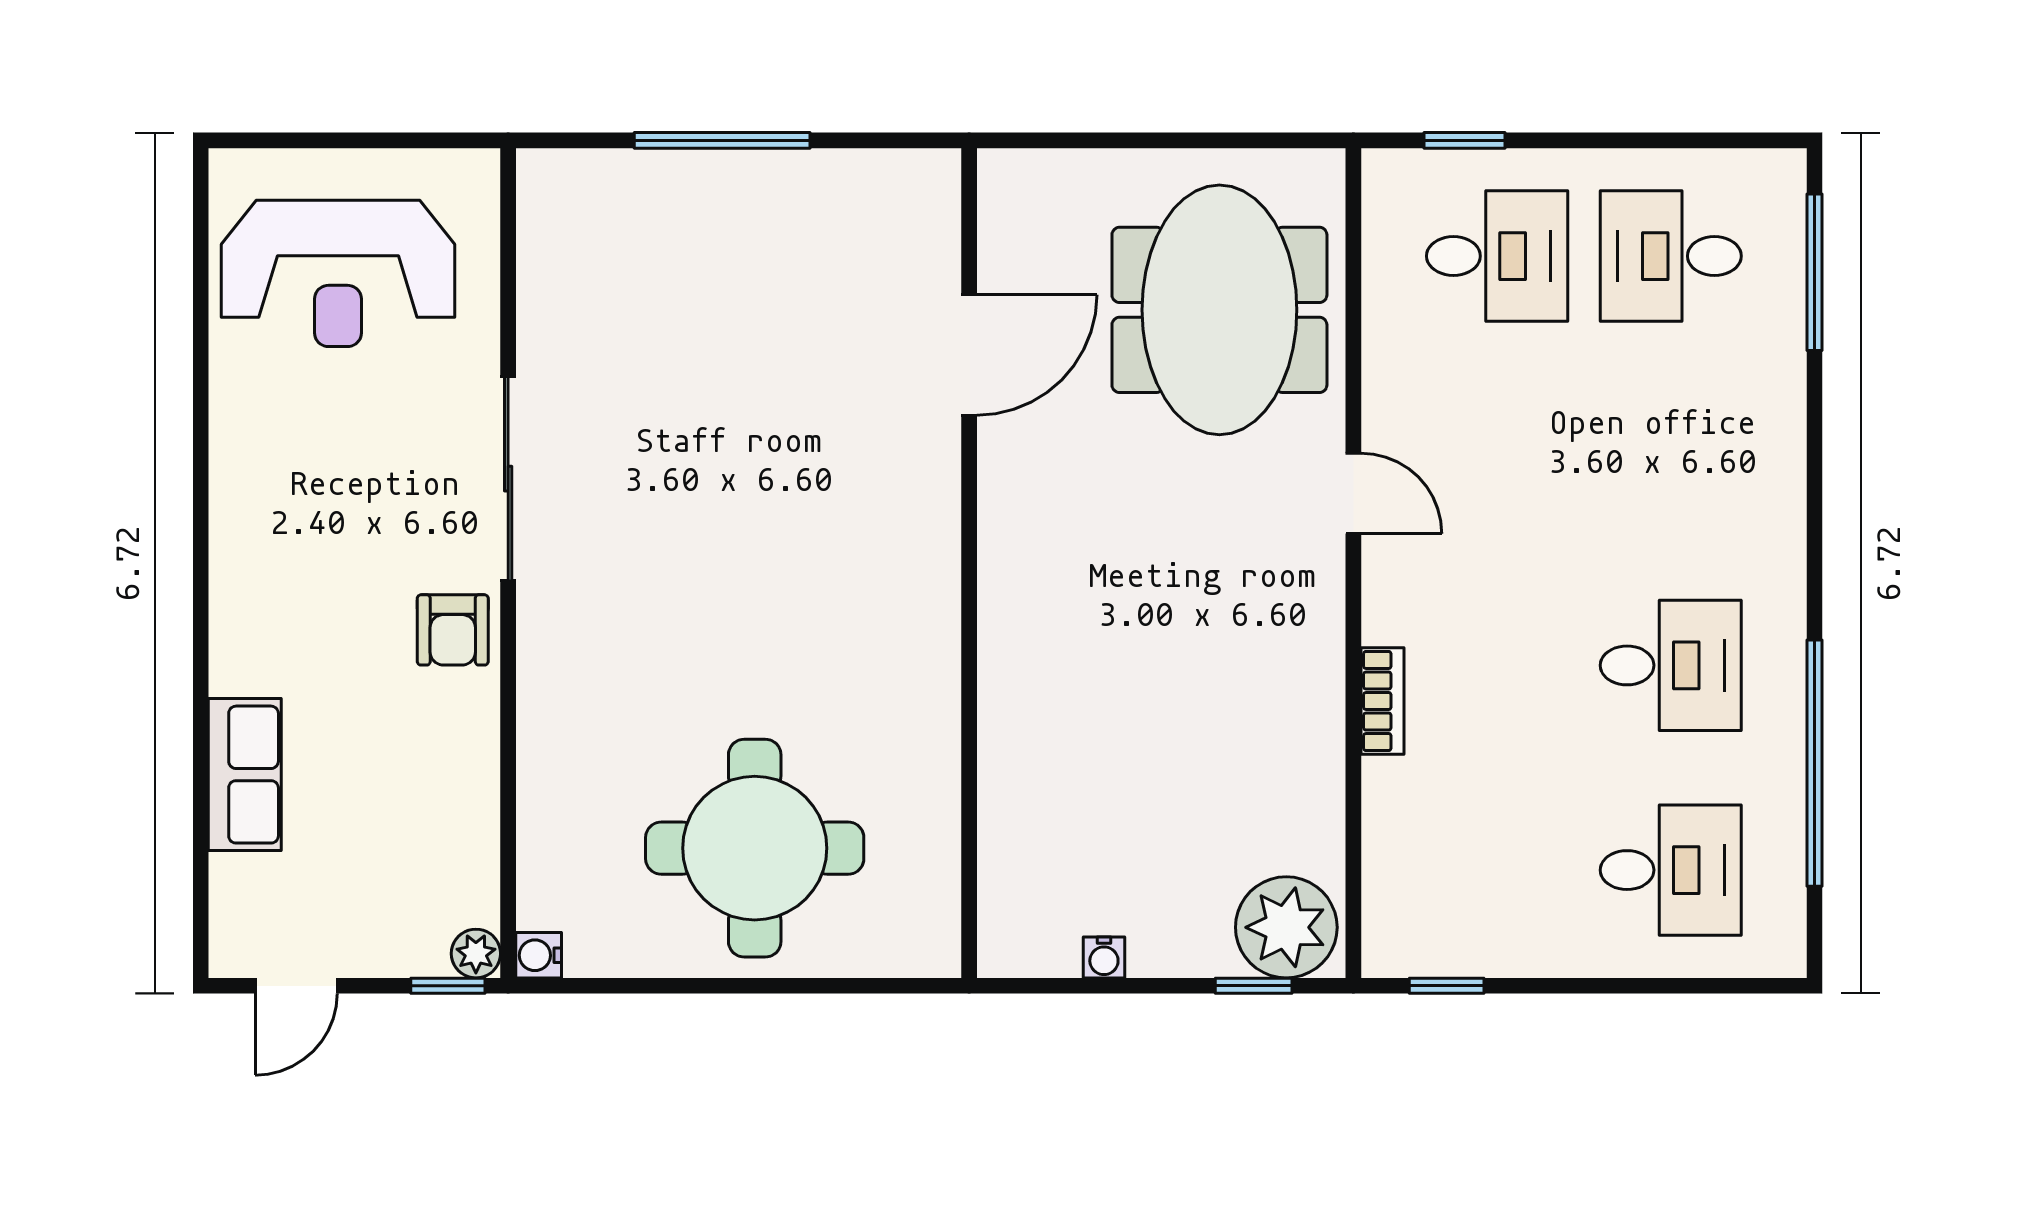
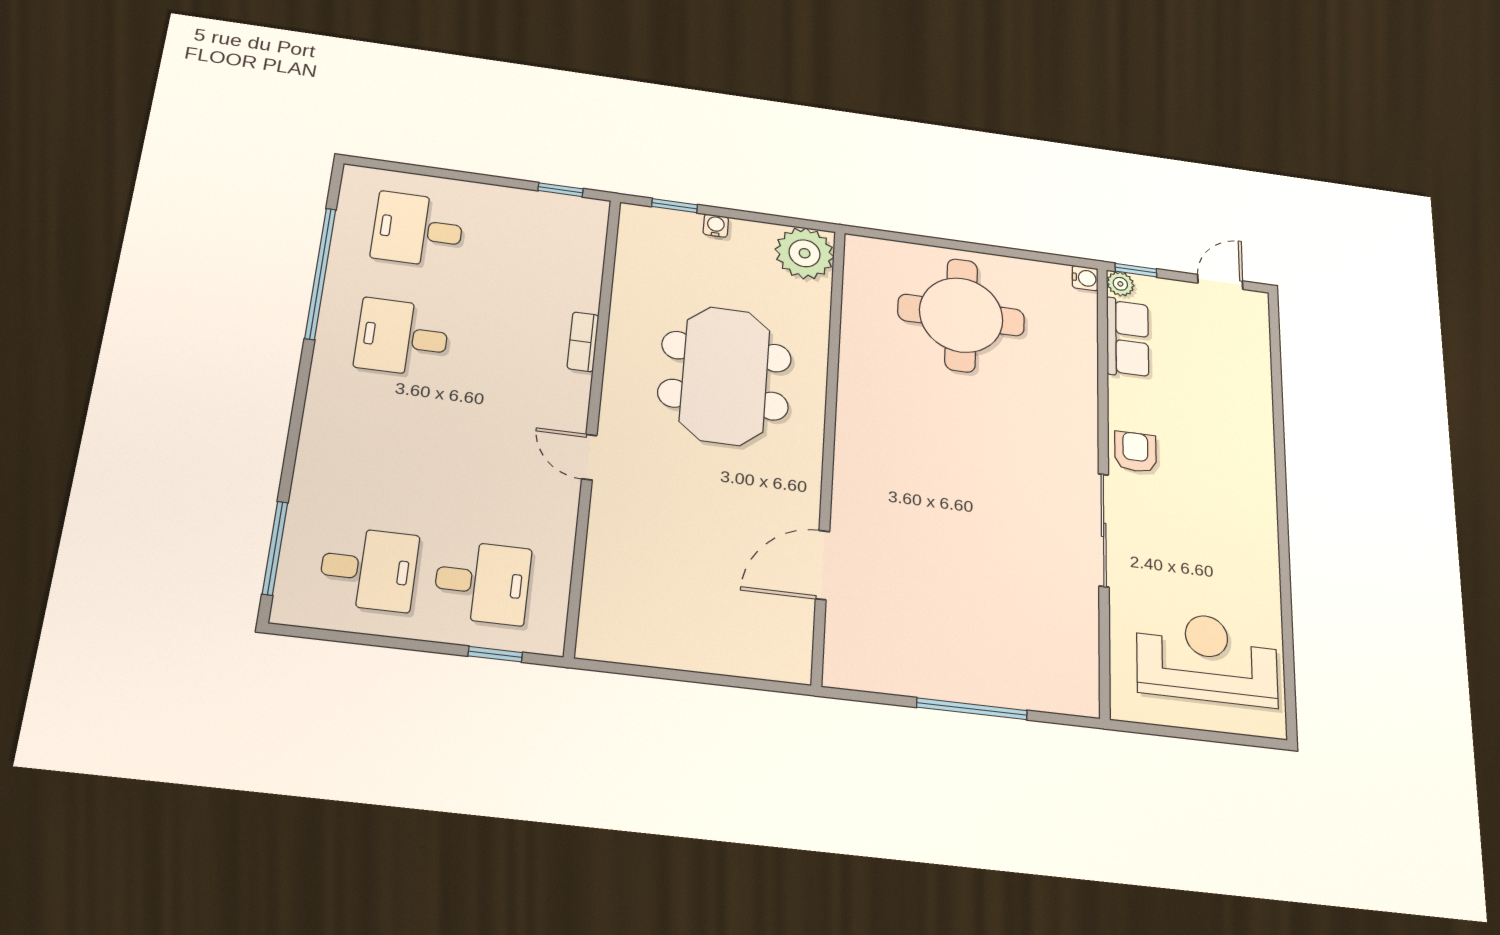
desk: (1497, 256) -> (482, 582), turned 180
meeting table: (1219, 310) -> (725, 376), moved
row of seats: (245, 775) -> (1128, 338), moved, turned 180
plant: (1286, 927) -> (805, 253), moved
water cooler: (1104, 957) -> (716, 226), moved

